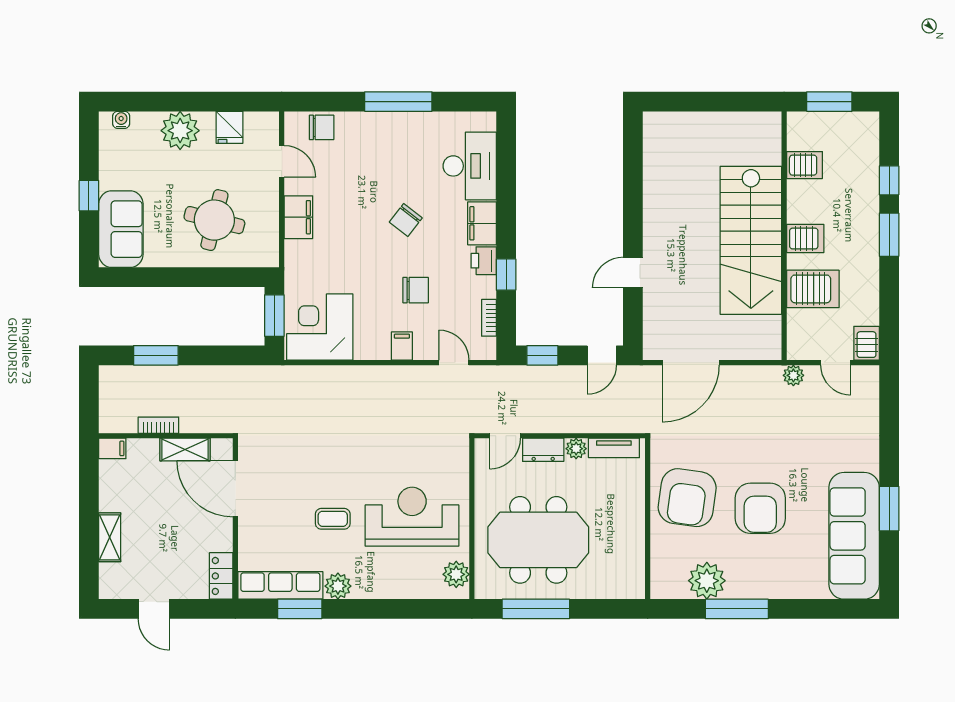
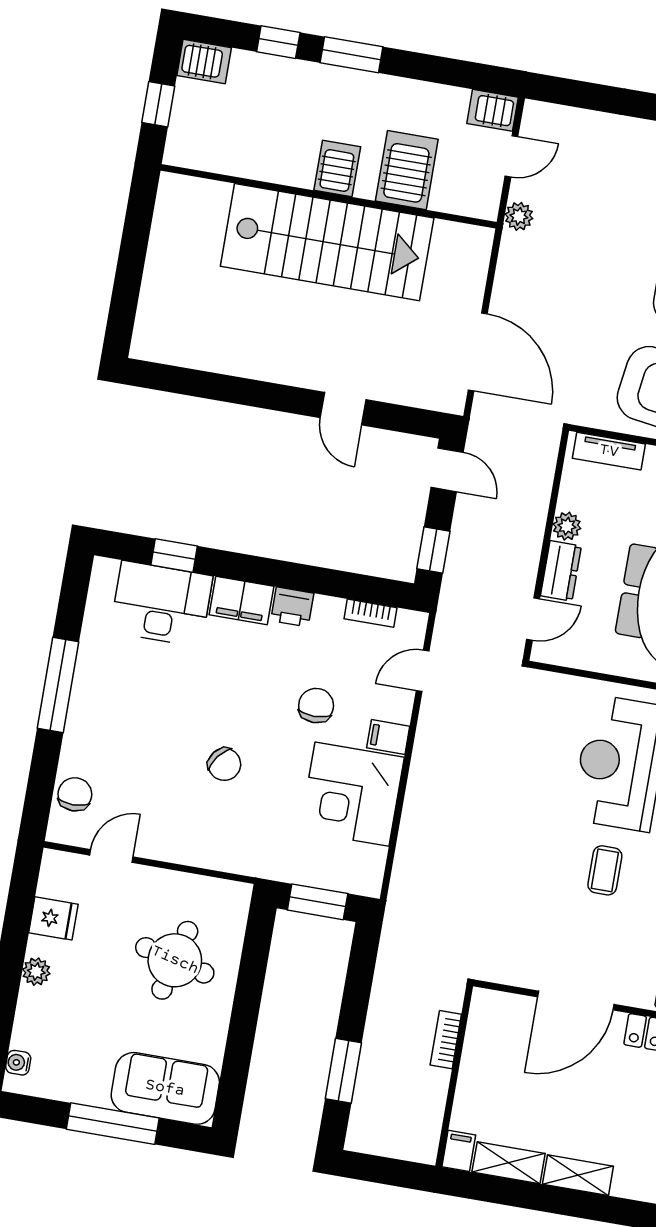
window: (829, 102) -> (158, 104), width x0.67
plant: (180, 131) -> (36, 972), width x0.53, depth x0.53
server rack: (805, 165) -> (204, 62), moved, turned 90
window: (89, 196) -> (113, 1124), width x2.17
filing cabinet: (298, 217) -> (191, 847), removed
chair: (406, 220) -> (224, 764), moved
window: (506, 275) -> (174, 555), moved
corner desk: (320, 327) -> (352, 794), moved
bookcase: (158, 425) -> (446, 1040), moved
door: (505, 436) -> (533, 619), hinge flipped
tv unit: (614, 448) -> (609, 451), moved, turned 90
shelving: (185, 450) -> (509, 1163), moved, turned 90
door: (235, 489) -> (576, 1001), moved

